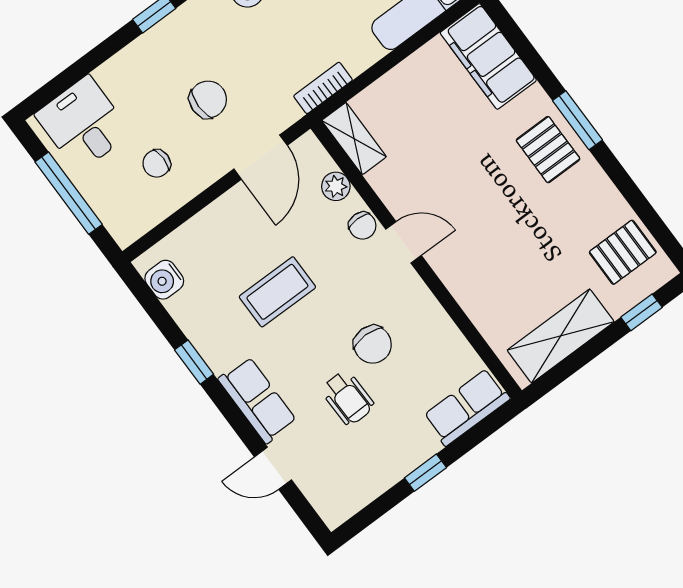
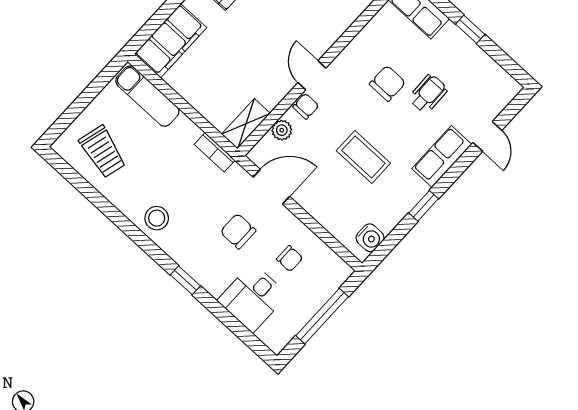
desk: (83, 124) -> (253, 298), moved

